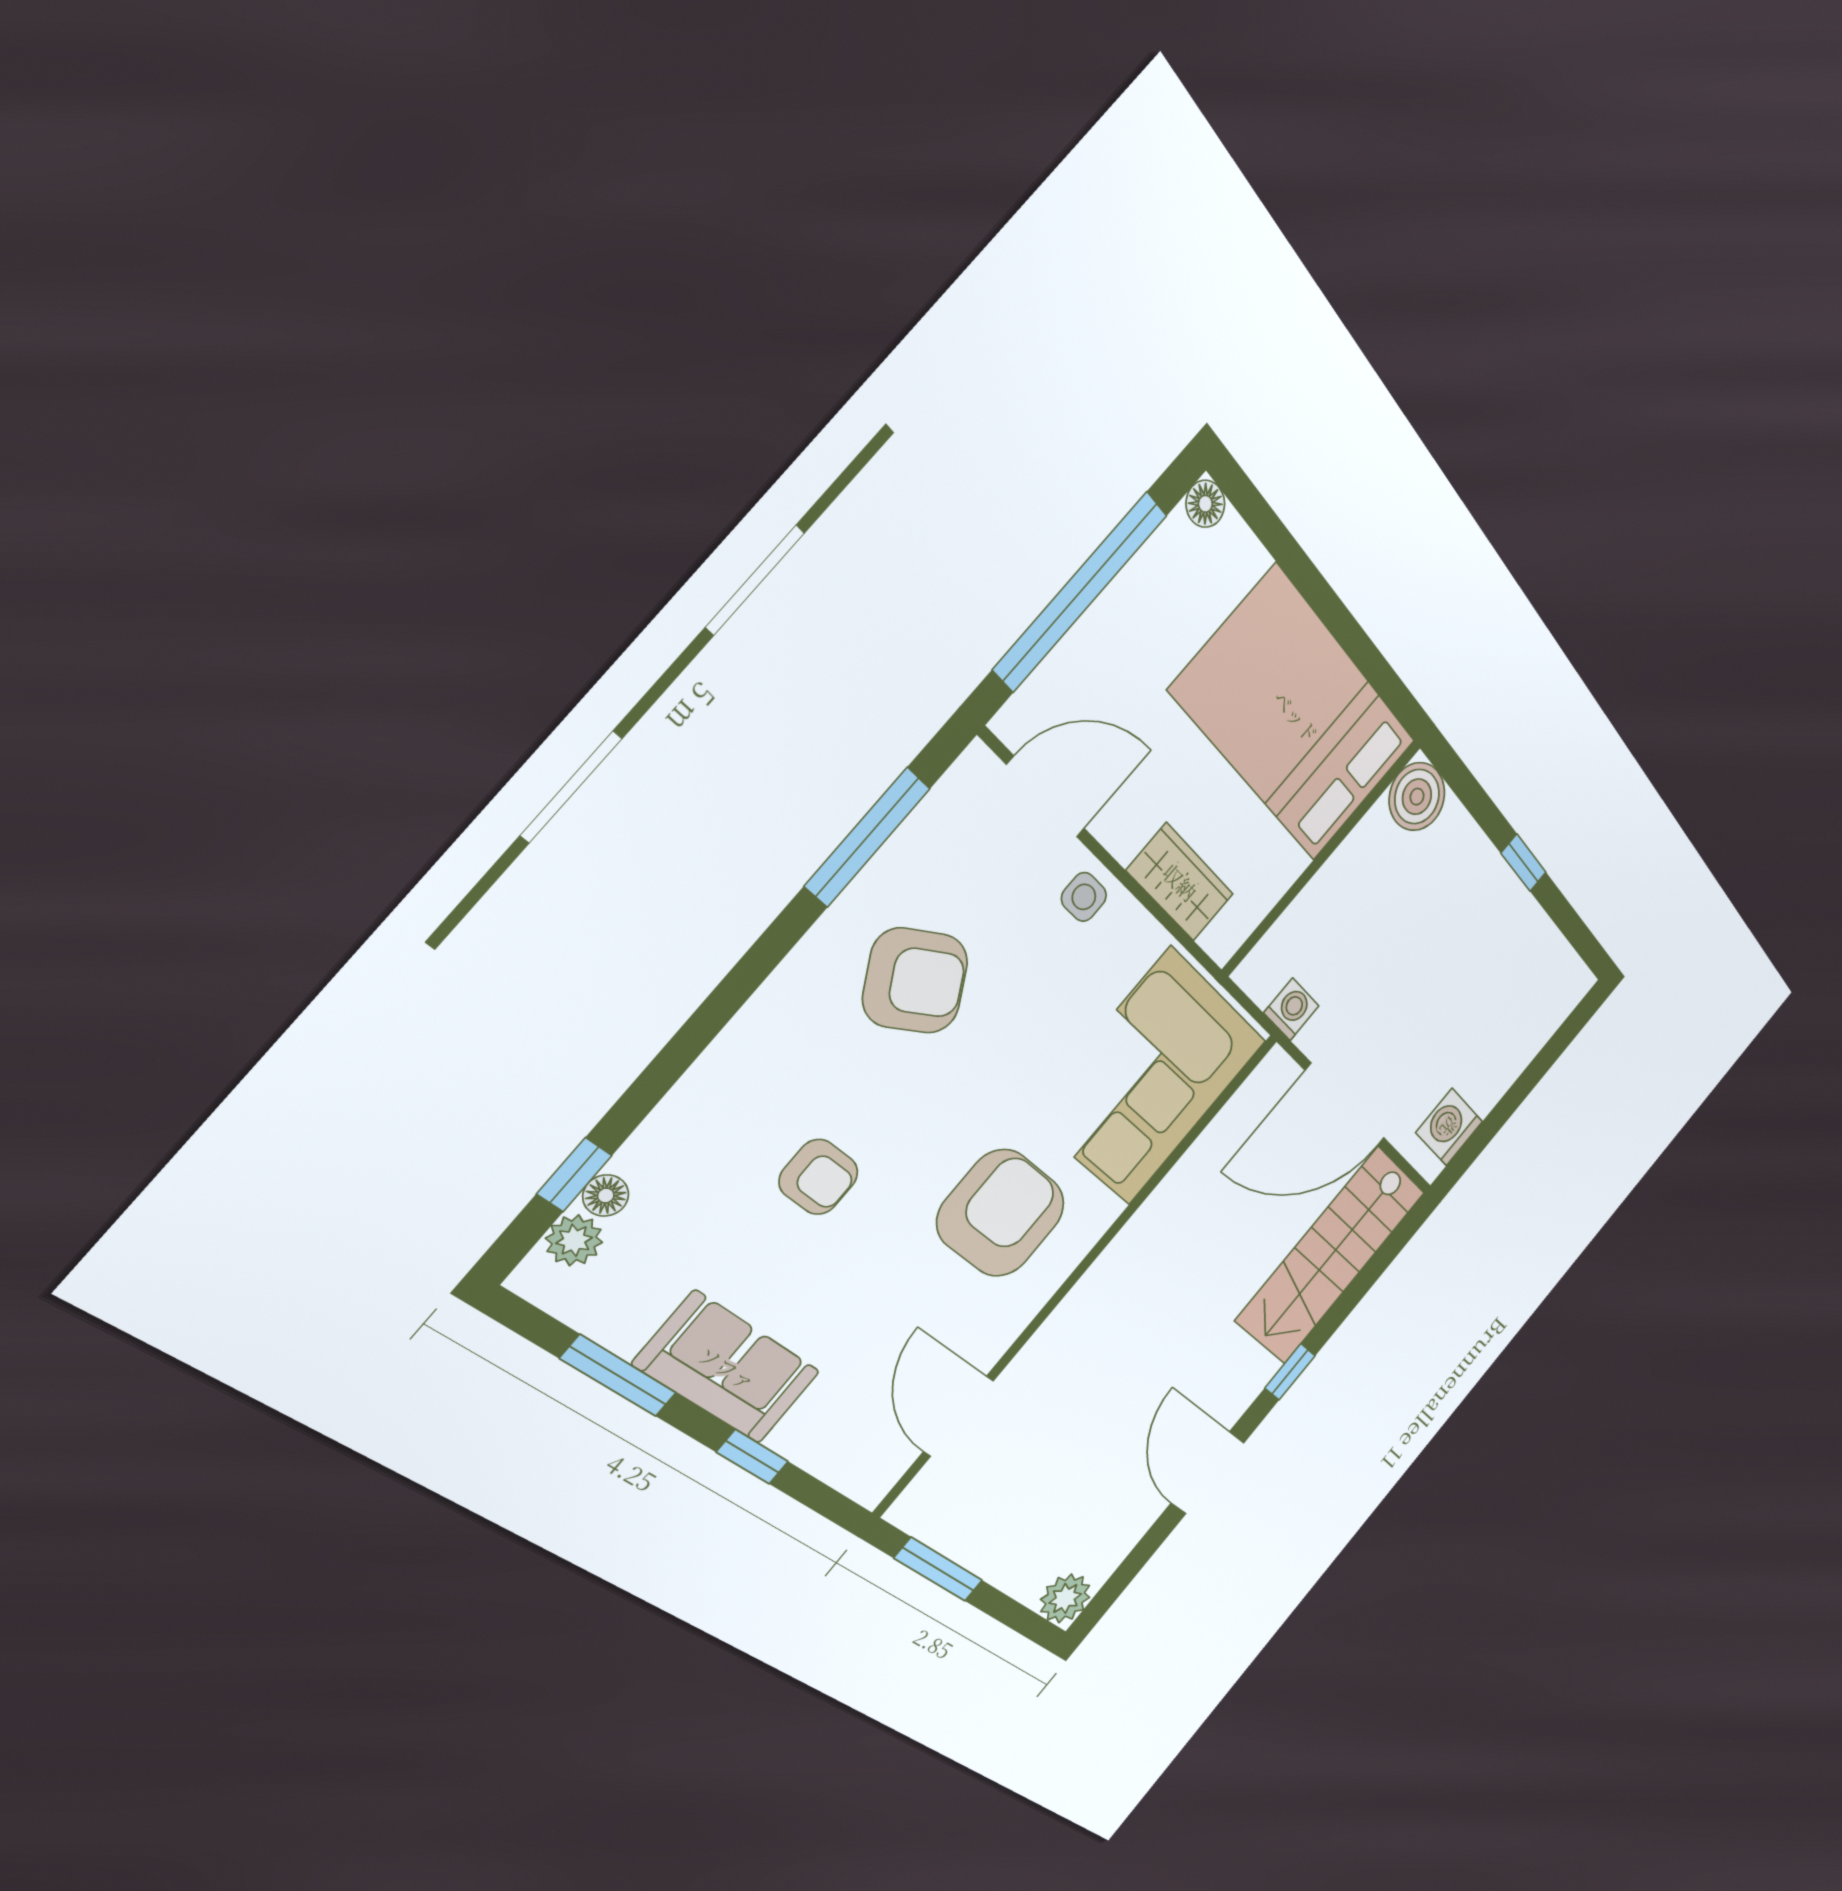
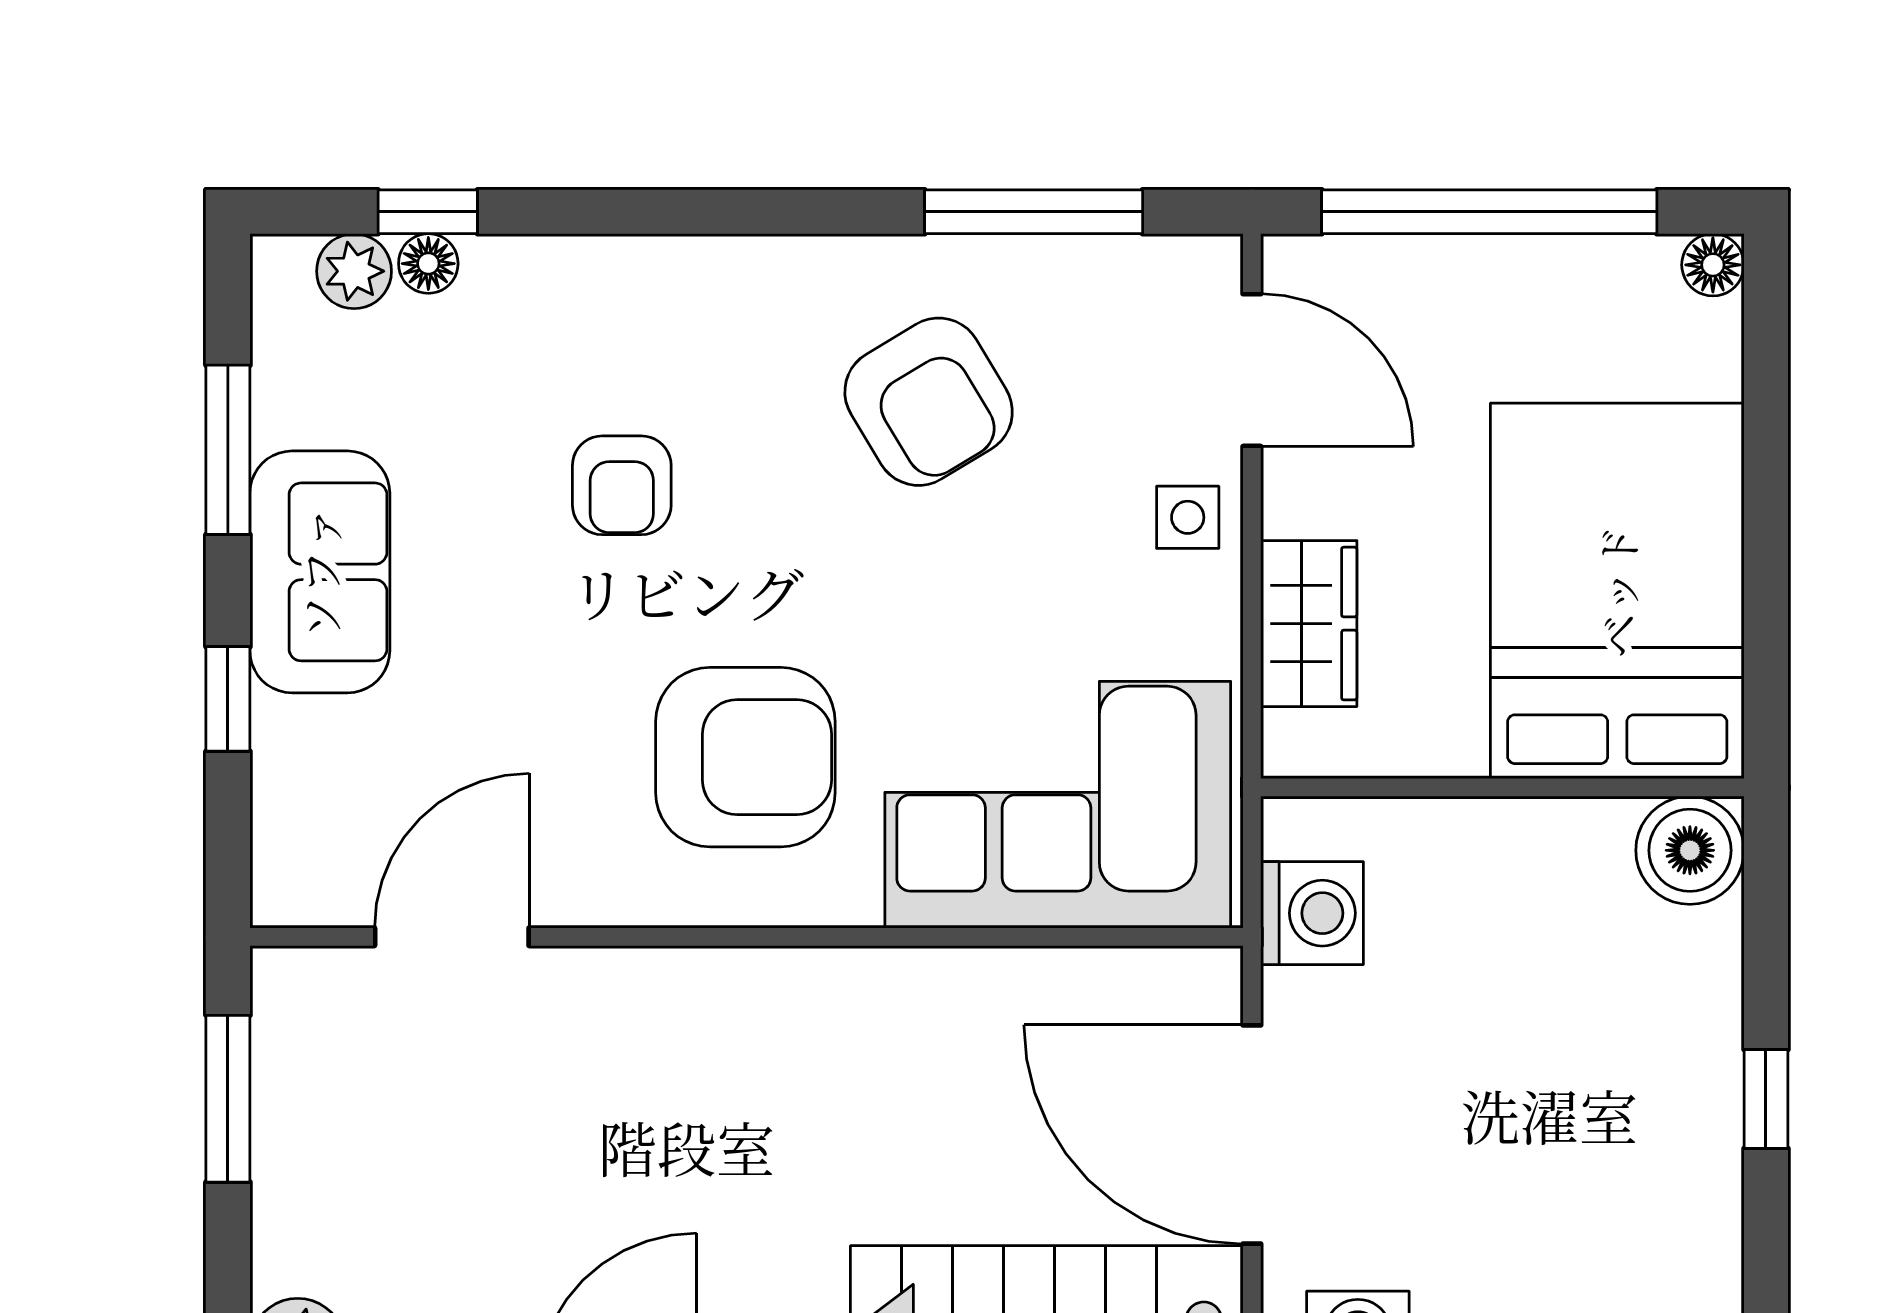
washing machine: (1291, 1009) -> (1312, 913), width x1.38, depth x1.38

